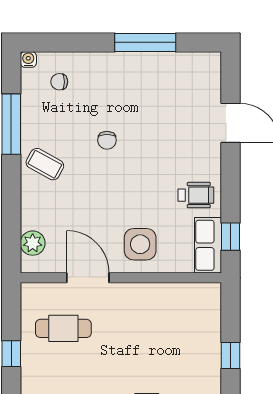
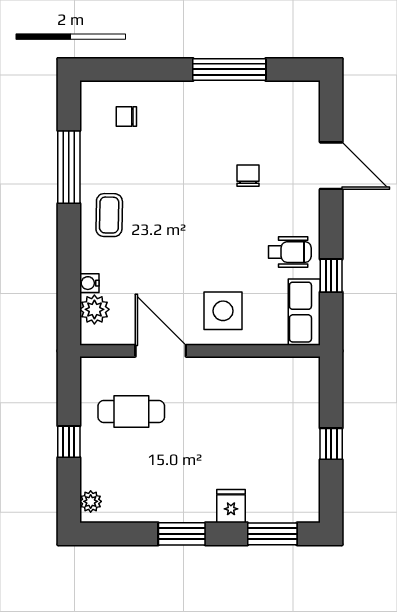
water cooler: (28, 60) -> (89, 283), moved, turned -90
chair: (107, 140) -> (248, 176), moved, turned 180
coffee table: (45, 164) -> (109, 215), turned 62
window: (230, 237) -> (331, 276), moved

